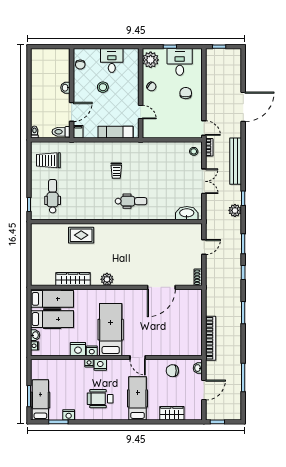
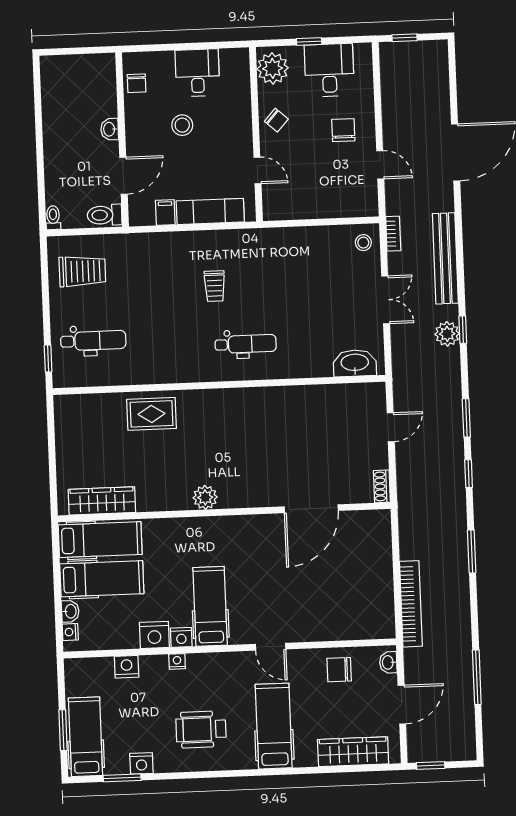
door: (204, 128) -> (380, 165), moved
filing cabinet: (78, 132) -> (165, 212), moved
trolley: (48, 160) -> (82, 271), turned 180
dental chair: (53, 196) -> (93, 341), turned 90
plant: (235, 210) -> (447, 334), moved
wardrobe: (73, 279) -> (102, 501), moved
hospital bed: (111, 330) -> (210, 606), width x0.73, depth x0.78
nightstand: (100, 365) -> (127, 667), moved
wardrobe: (172, 413) -> (353, 752), width x1.50

